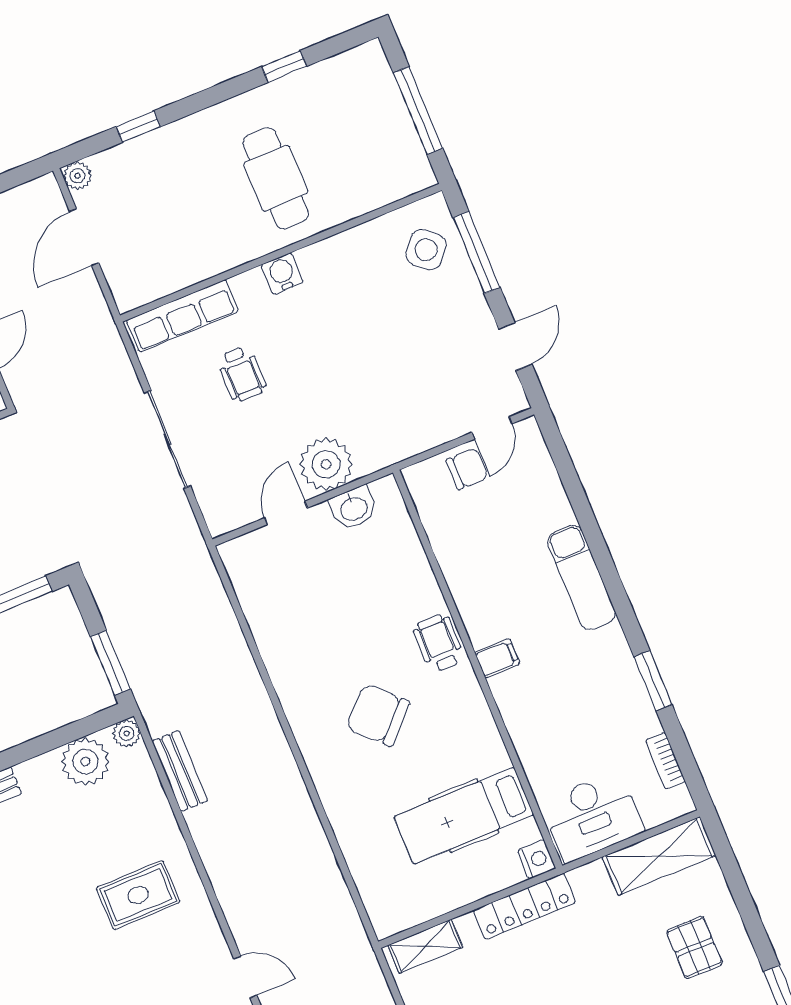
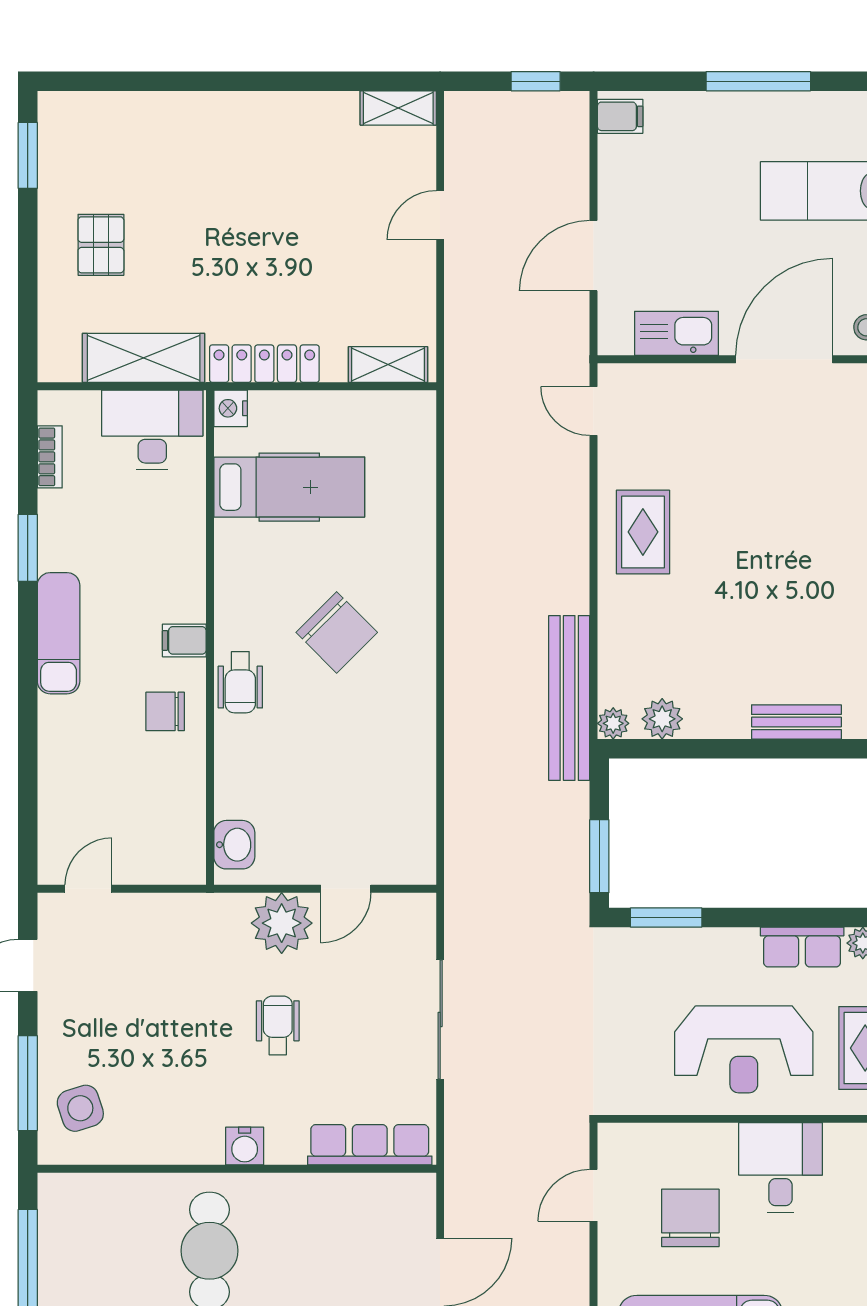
side table: (426, 250) -> (80, 1108), turned 31
wheelchair: (242, 374) -> (278, 1025), moved
chair: (467, 469) -> (165, 711), moved
washbasin: (353, 508) -> (234, 845), moved, turned 90
exam couch: (582, 578) -> (59, 633), moved
window: (110, 663) -> (599, 856), moved
plant: (85, 762) -> (662, 719), width x0.73, depth x0.73
bench: (180, 771) -> (569, 698), width x1.86, depth x1.21
shelving: (659, 856) -> (144, 358), moved
rug: (138, 895) -> (643, 532), moved, turned 90

